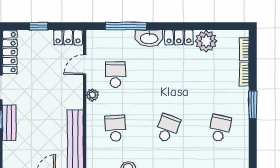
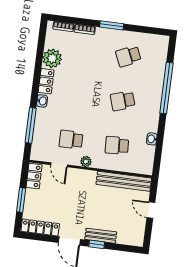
window: (39, 26) -> (21, 200), width x1.50
washbasin: (149, 38) -> (42, 101), width x0.52, depth x0.69
school desk: (168, 128) -> (123, 101), turned -39
school desk: (220, 128) -> (128, 56), turned -36

